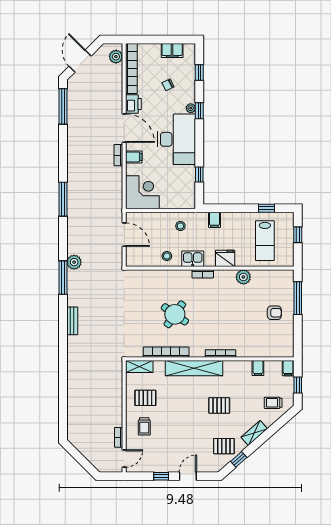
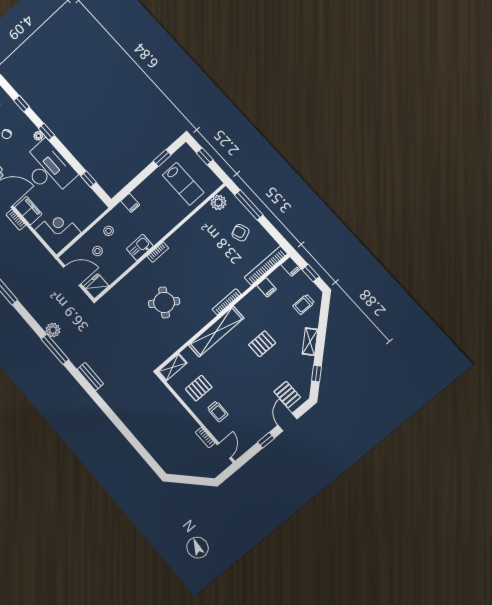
filing cabinet: (134, 157) -> (28, 211), width x2.00
stool: (167, 256) -> (98, 251), moved
fridge: (225, 258) -> (96, 286), moved
plant: (243, 277) -> (218, 202), moved
armchair: (274, 313) -> (241, 233), turned -111
bookcase: (166, 352) -> (266, 266), moved
pallet: (224, 446) -> (287, 394), moved, turned 90

